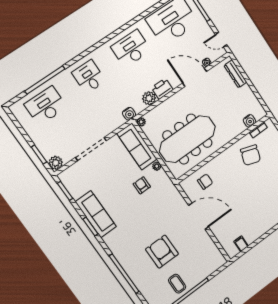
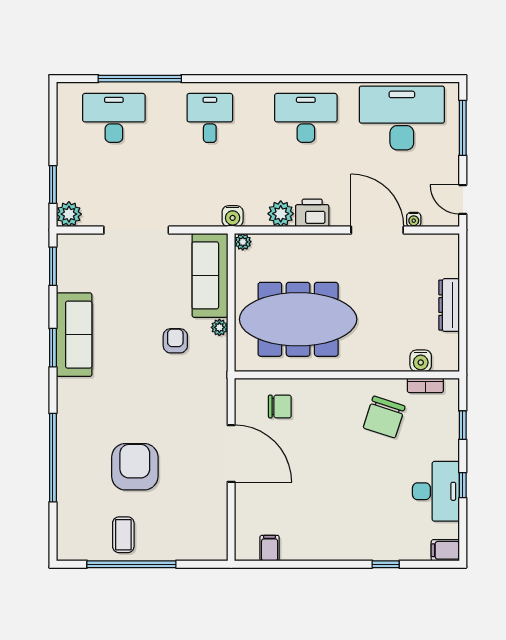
dresser: (235, 74) -> (449, 305), moved

